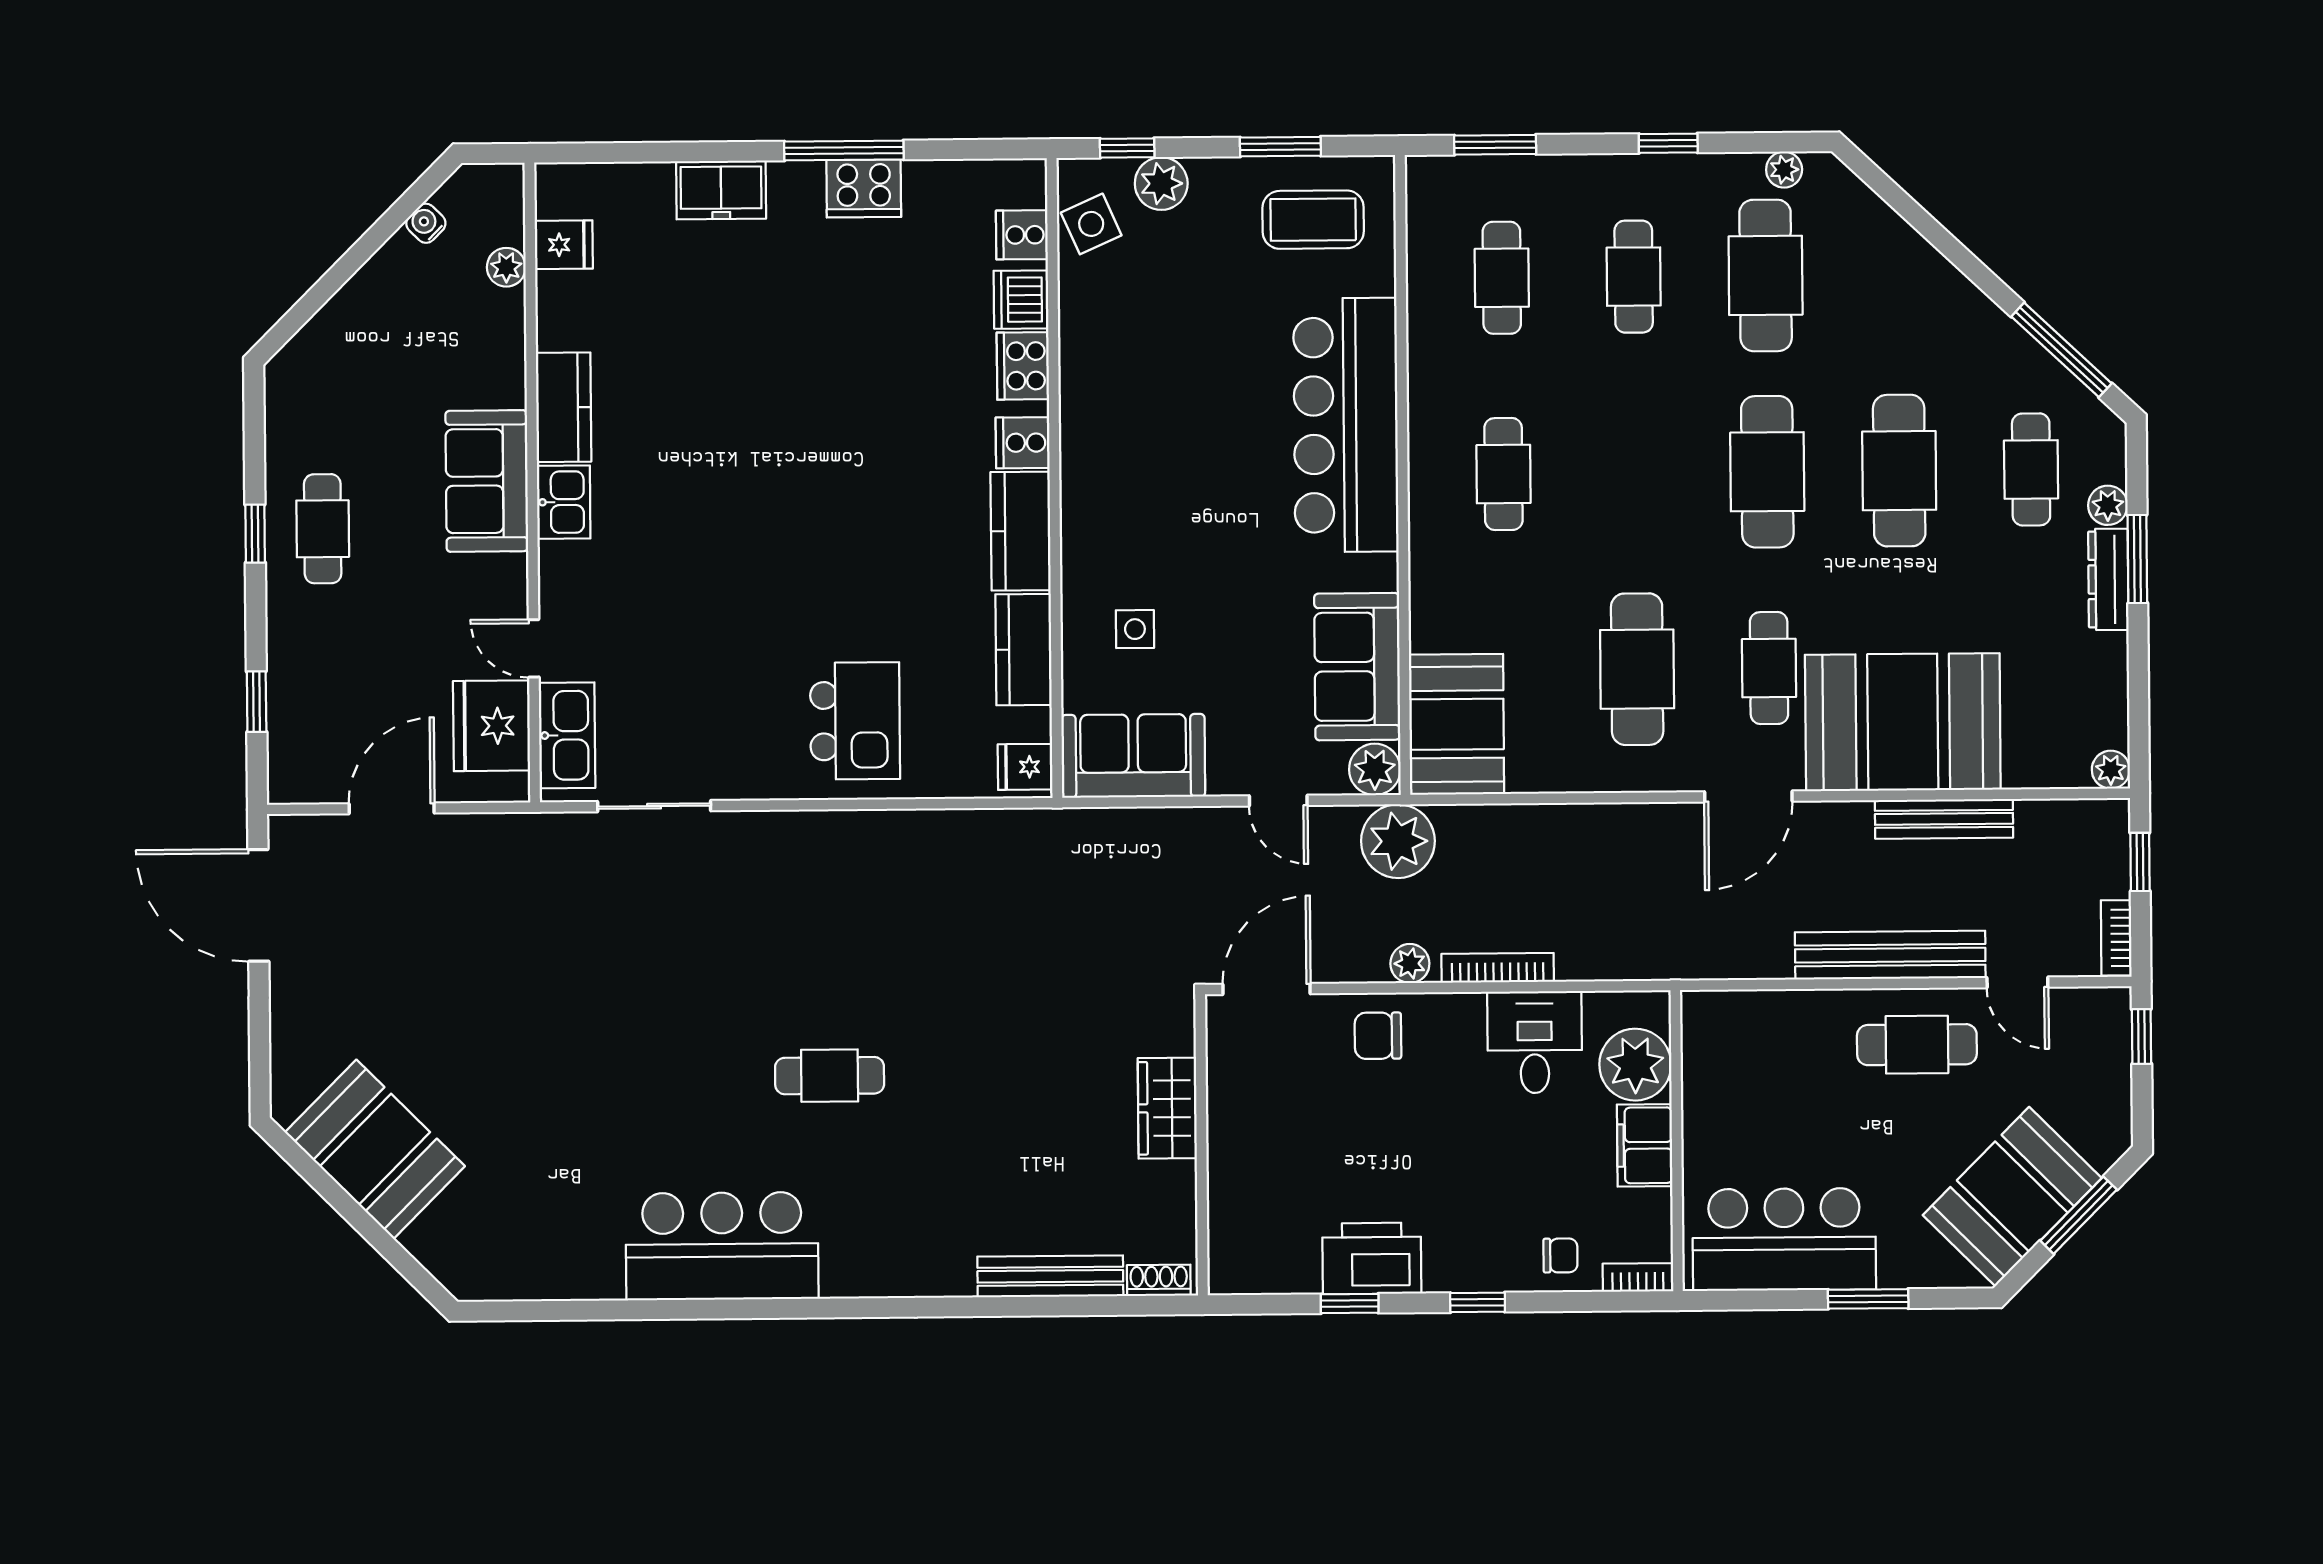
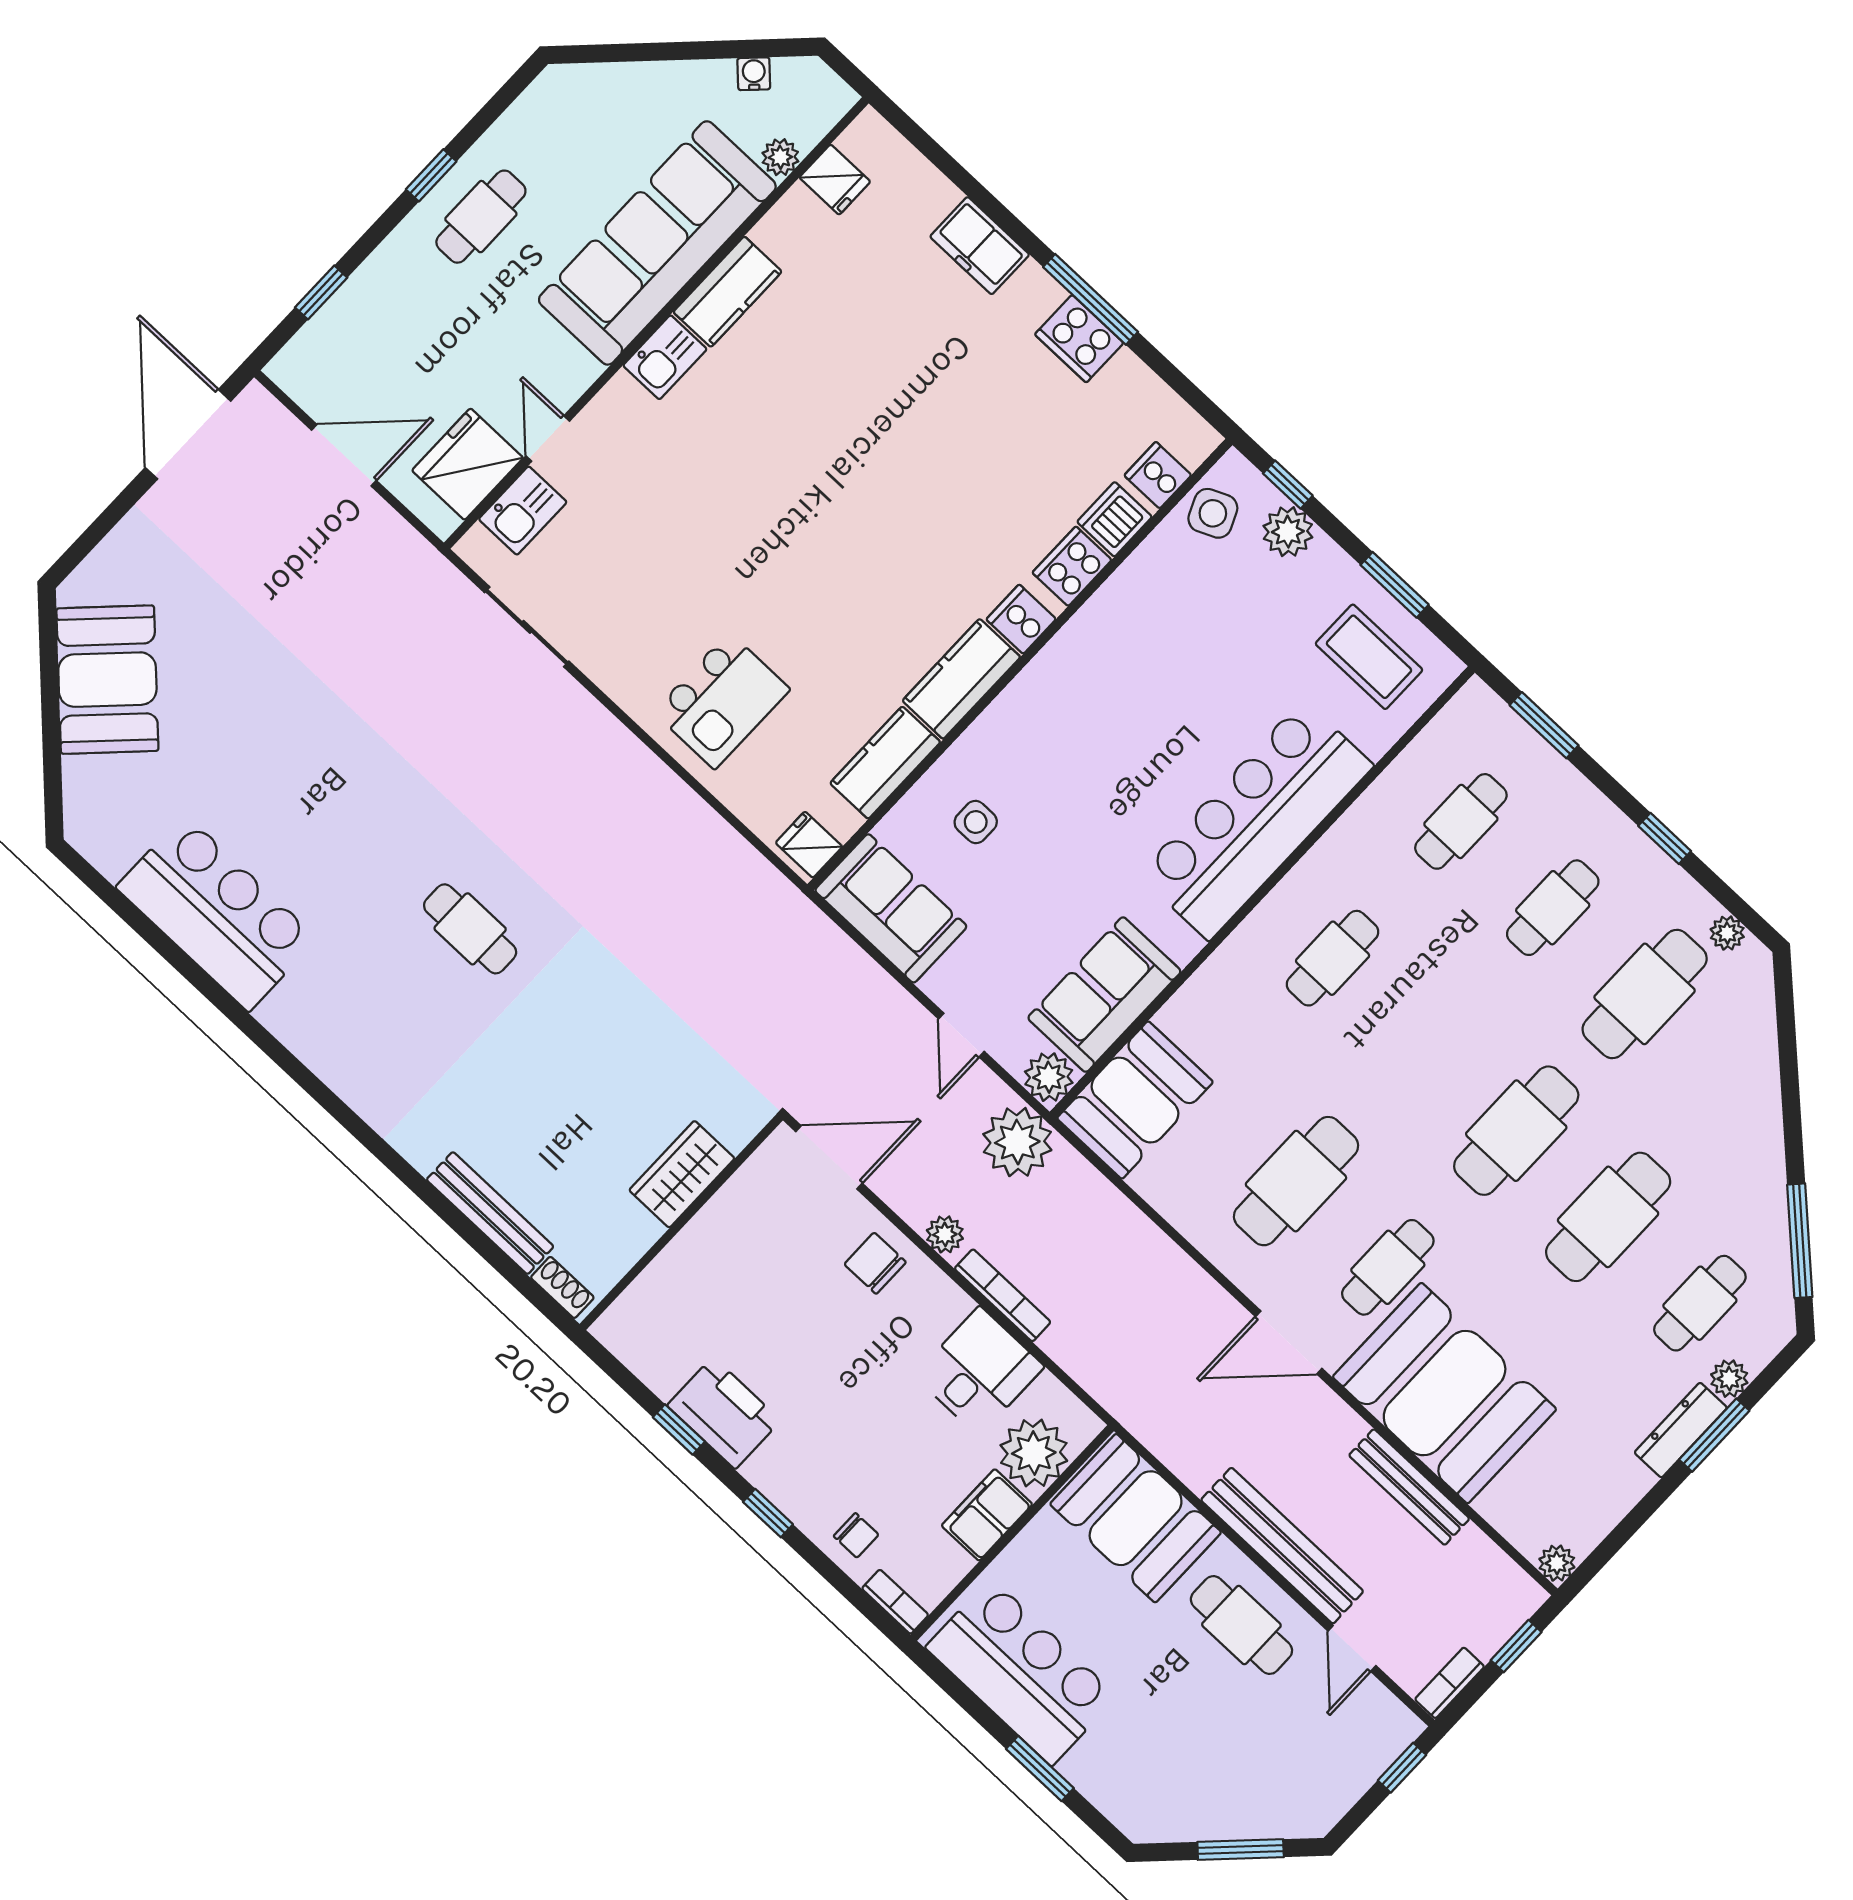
sofa: (487, 481) -> (657, 243), width x1.85, depth x1.27
kitchen sink: (567, 735) -> (523, 511), width x0.73
booth: (2012, 1197) -> (1136, 1518), moved, turned 45
bar counter: (722, 1246) -> (217, 913), moved

